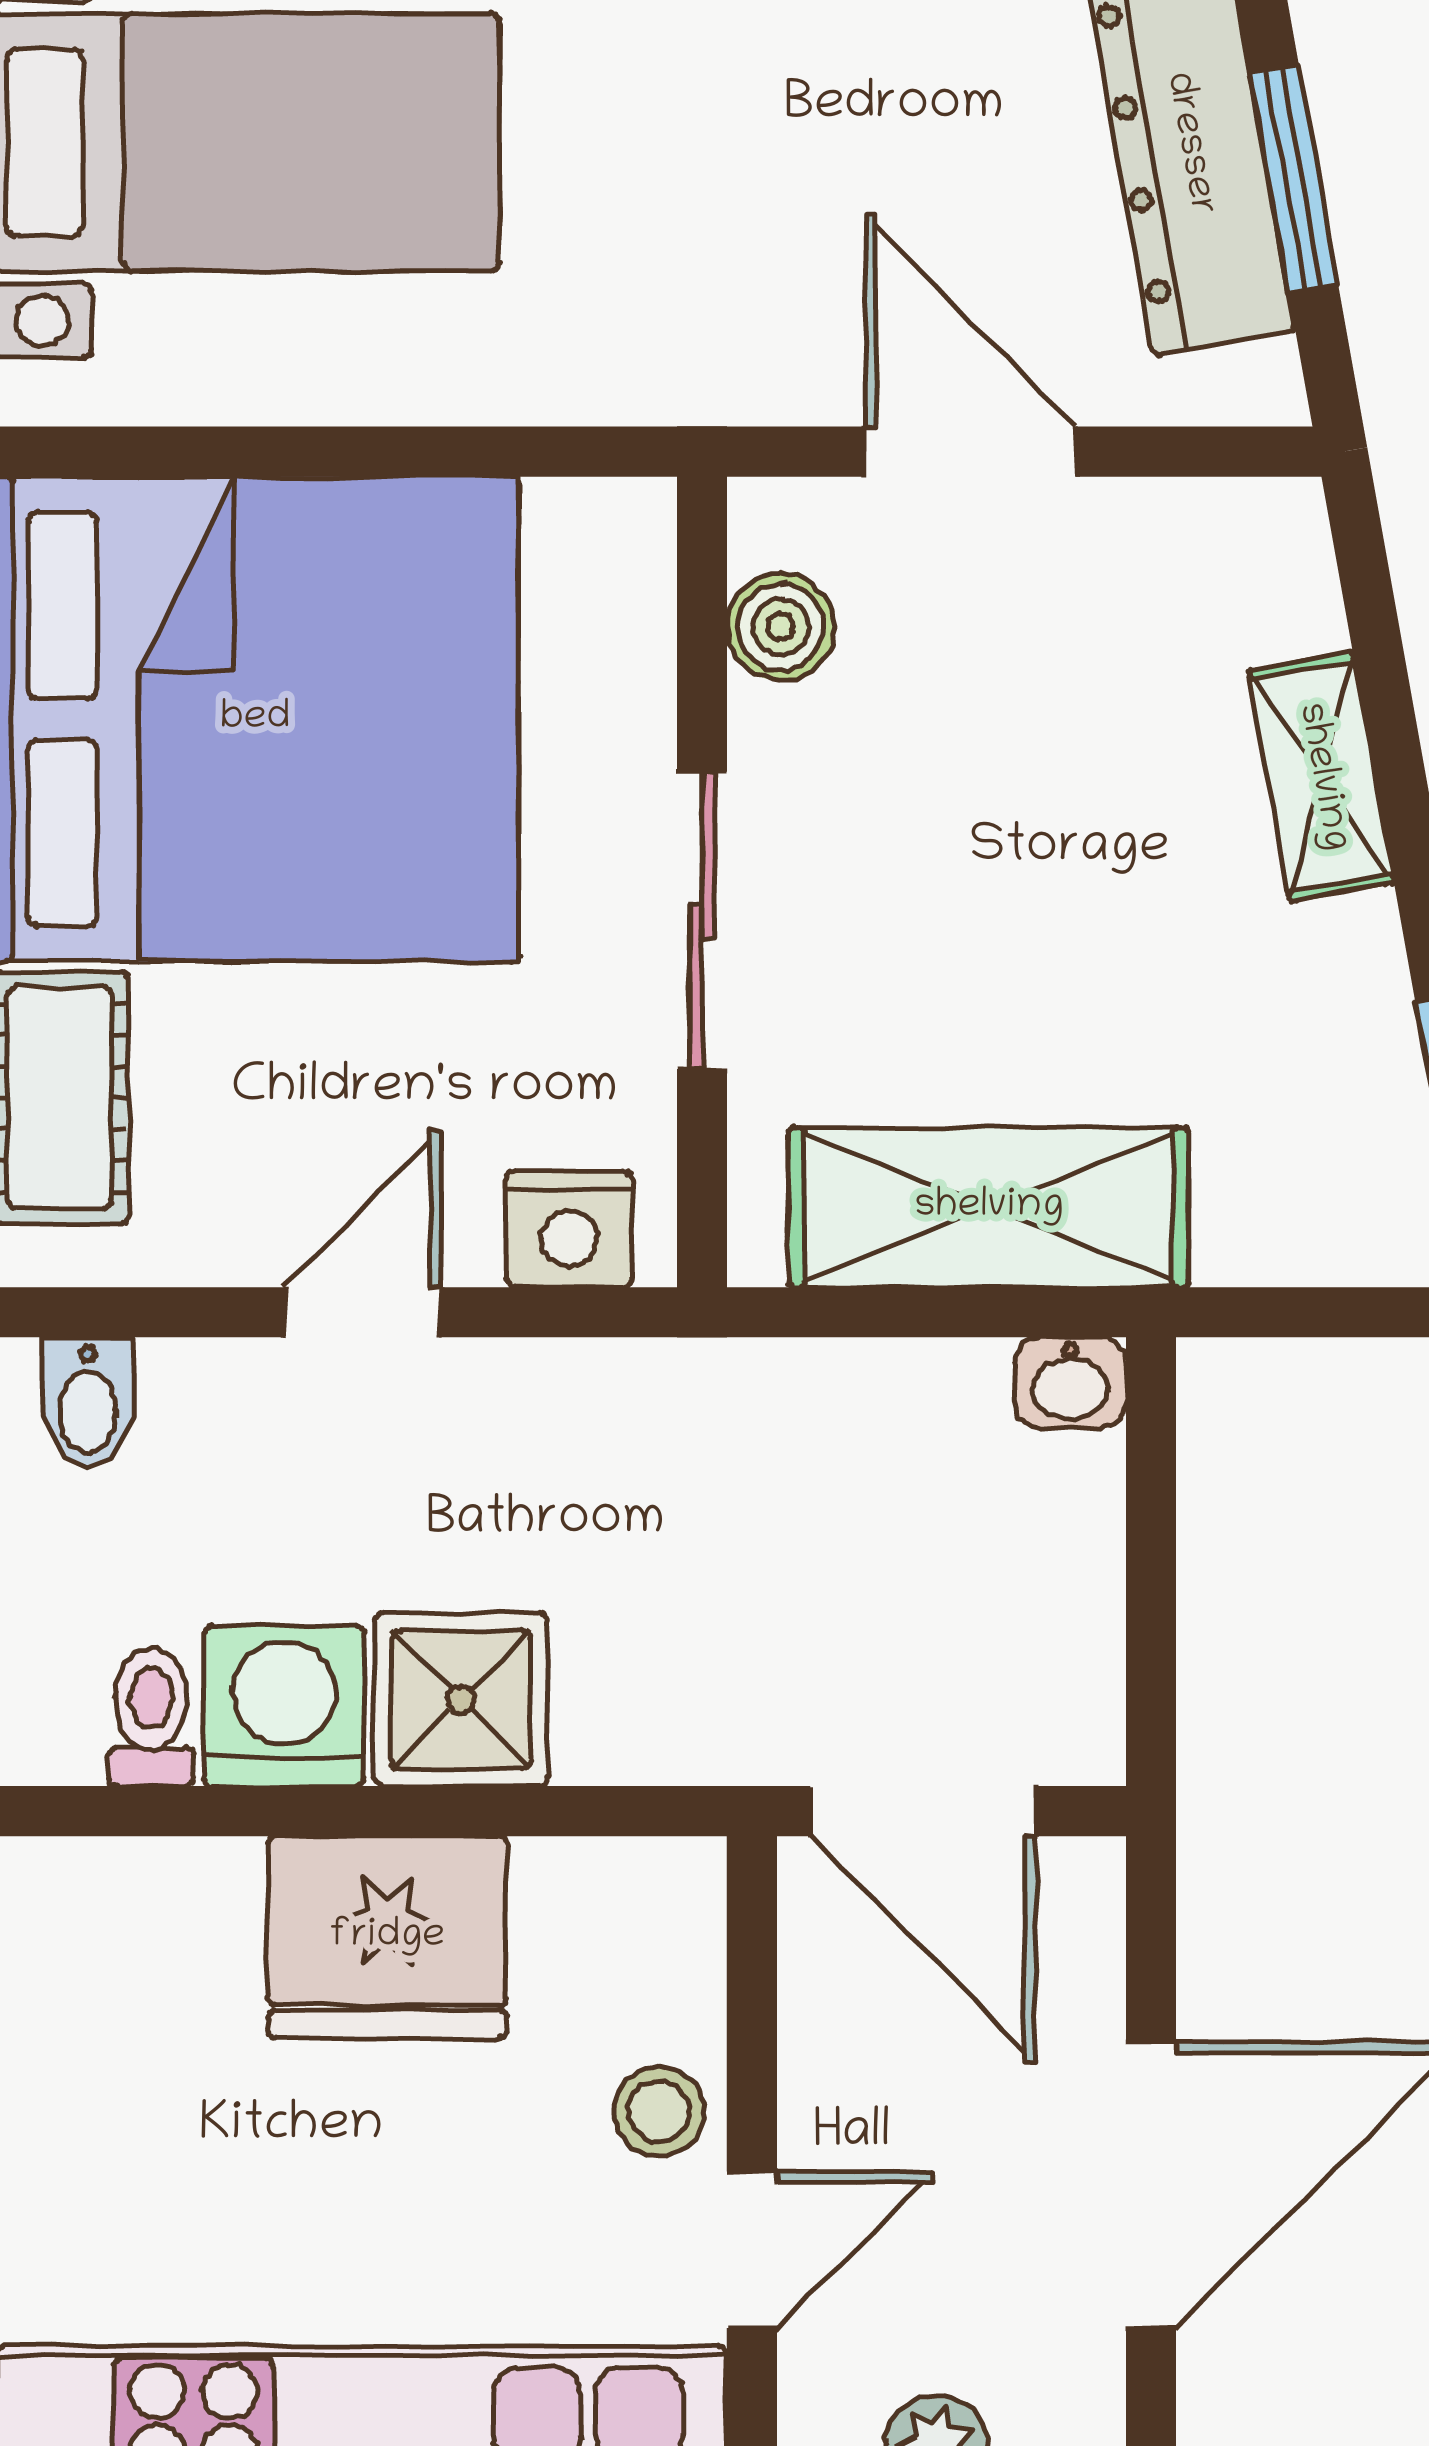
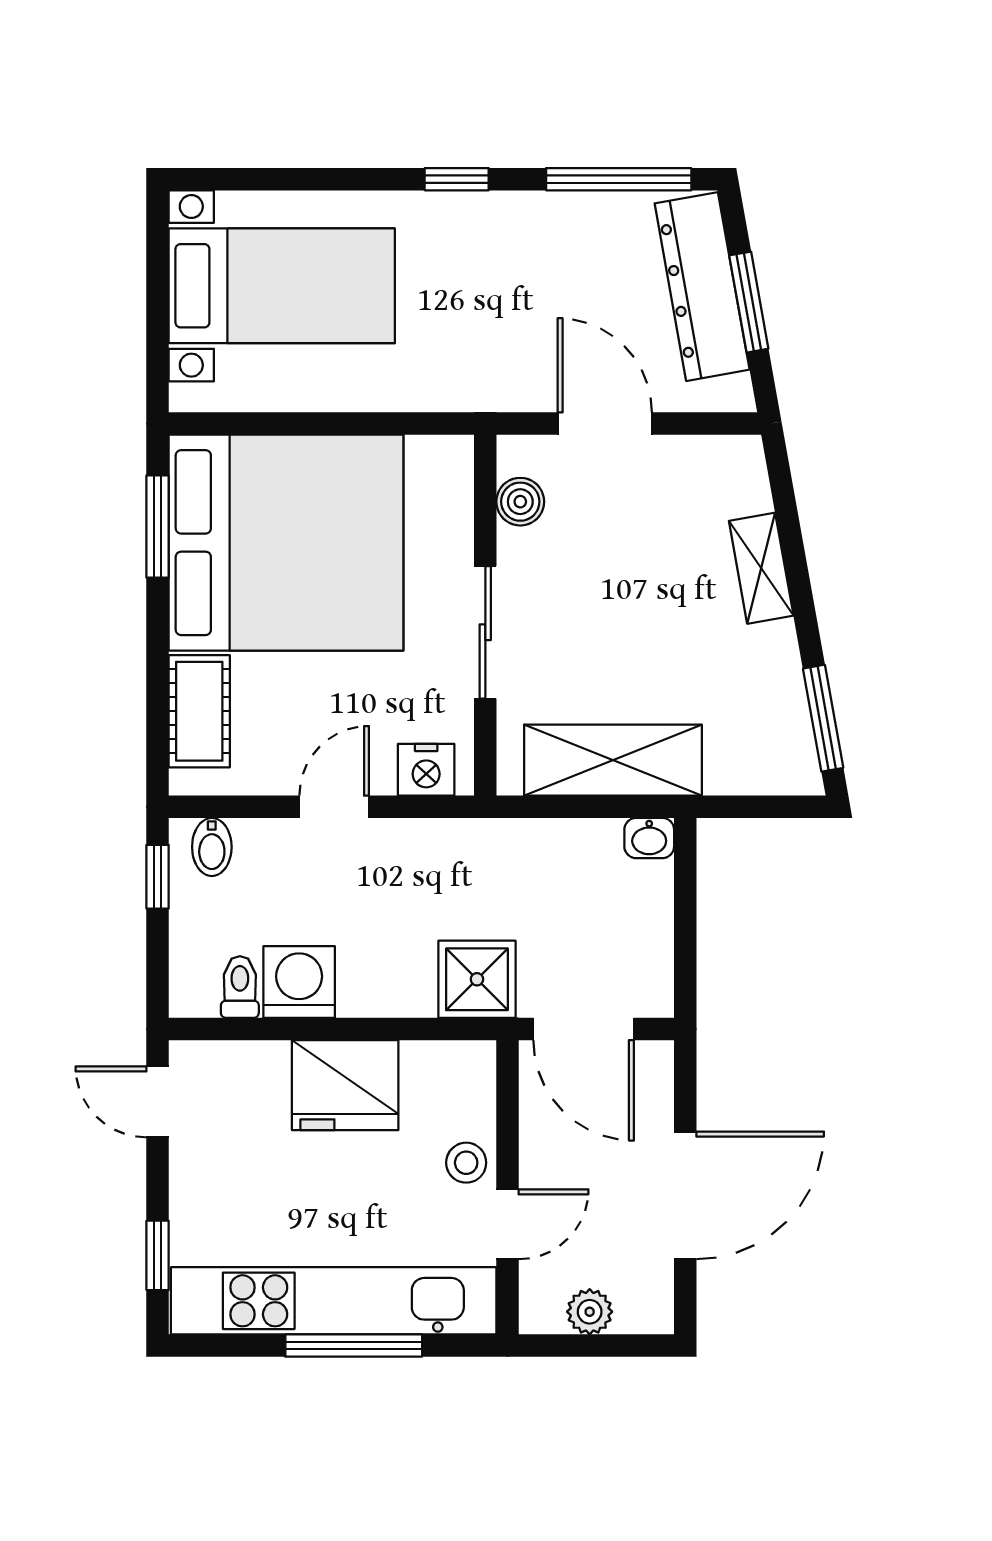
shower: (461, 1699) -> (477, 979), moved

